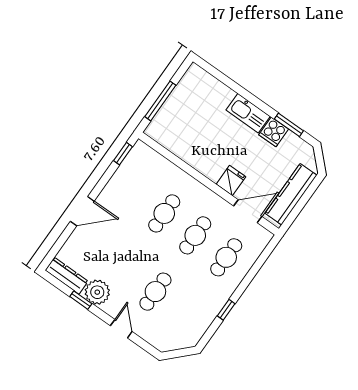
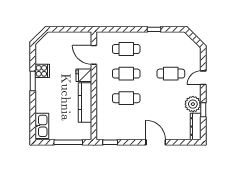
kitchen sink: (248, 113) -> (42, 126), moved
window: (289, 125) -> (33, 81), moved
kitchen counter: (291, 194) -> (85, 102), moved, turned 90

